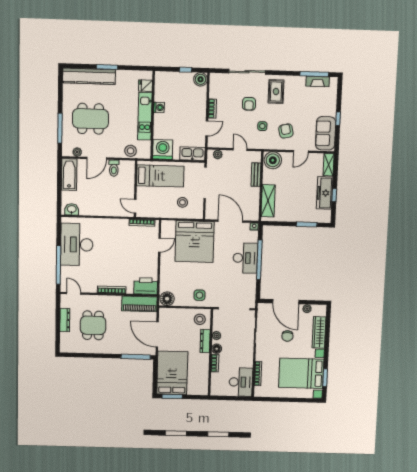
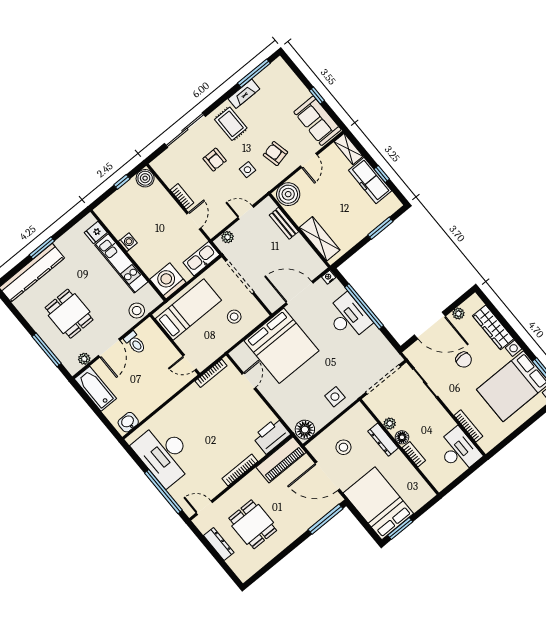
fireplace: (318, 81) -> (244, 94), moved
dining table: (90, 119) -> (69, 314), width x0.73
stool: (200, 319) -> (343, 447), moved

